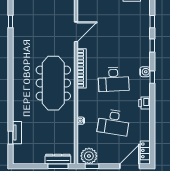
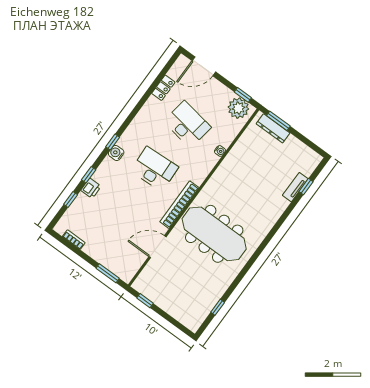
meeting table: (53, 83) -> (214, 234), moved, turned 90
printer: (144, 103) -> (91, 188), moved
locker: (145, 150) -> (163, 88), moved

